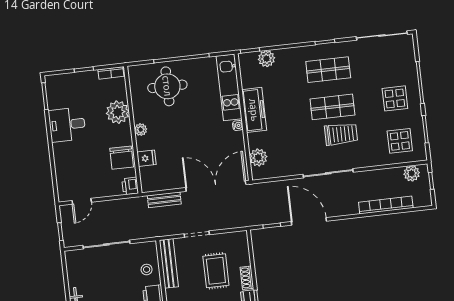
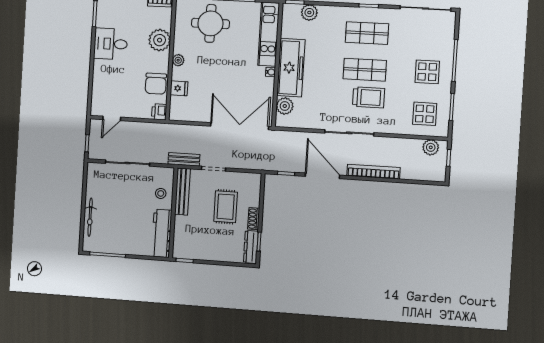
freezer: (254, 110) -> (291, 68), width x1.36, depth x1.26
bench: (164, 200) -> (184, 159), moved
bookcase: (386, 205) -> (373, 172), moved

